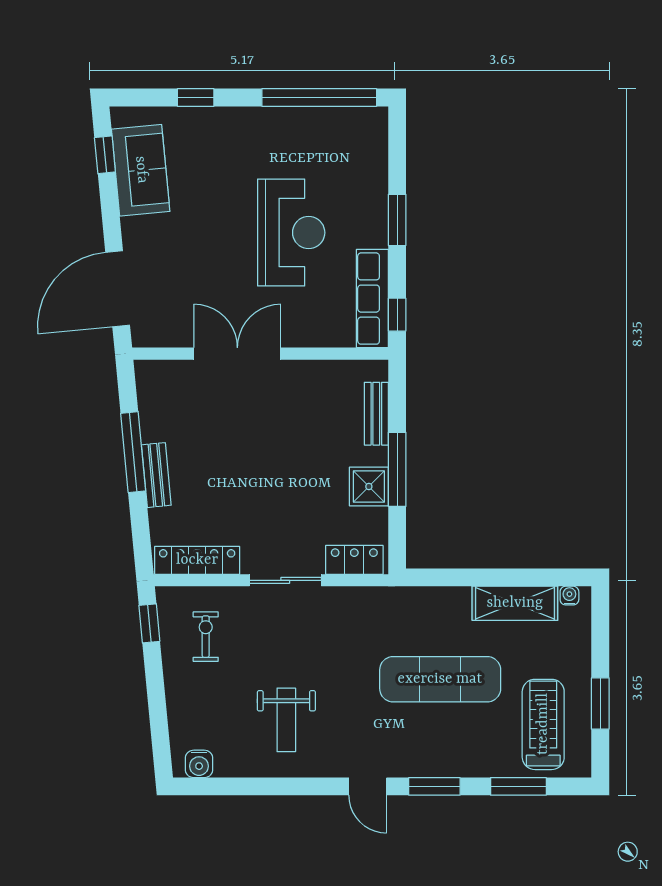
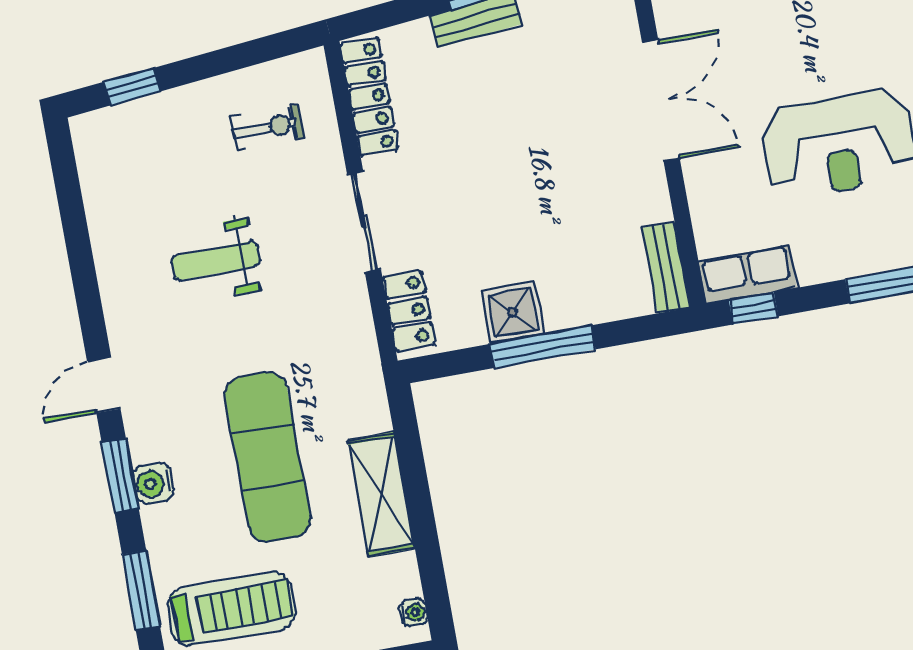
row of seats: (372, 299) -> (748, 275), width x0.68
bench: (376, 414) -> (666, 268), moved, turned 90
shelving: (515, 603) -> (381, 494), moved
window: (149, 623) -> (132, 87), moved
weight bench: (286, 720) -> (216, 261), moved
water cooler: (199, 764) -> (153, 483), moved

